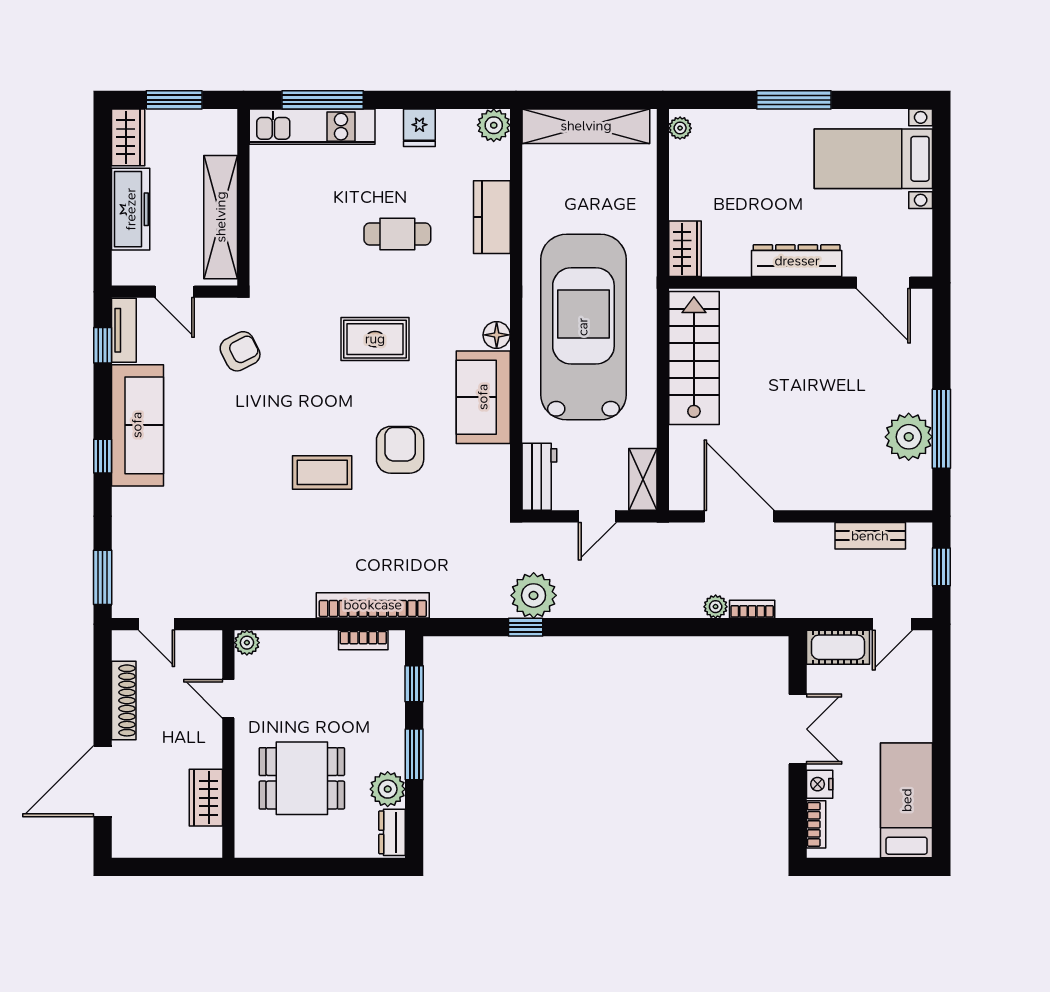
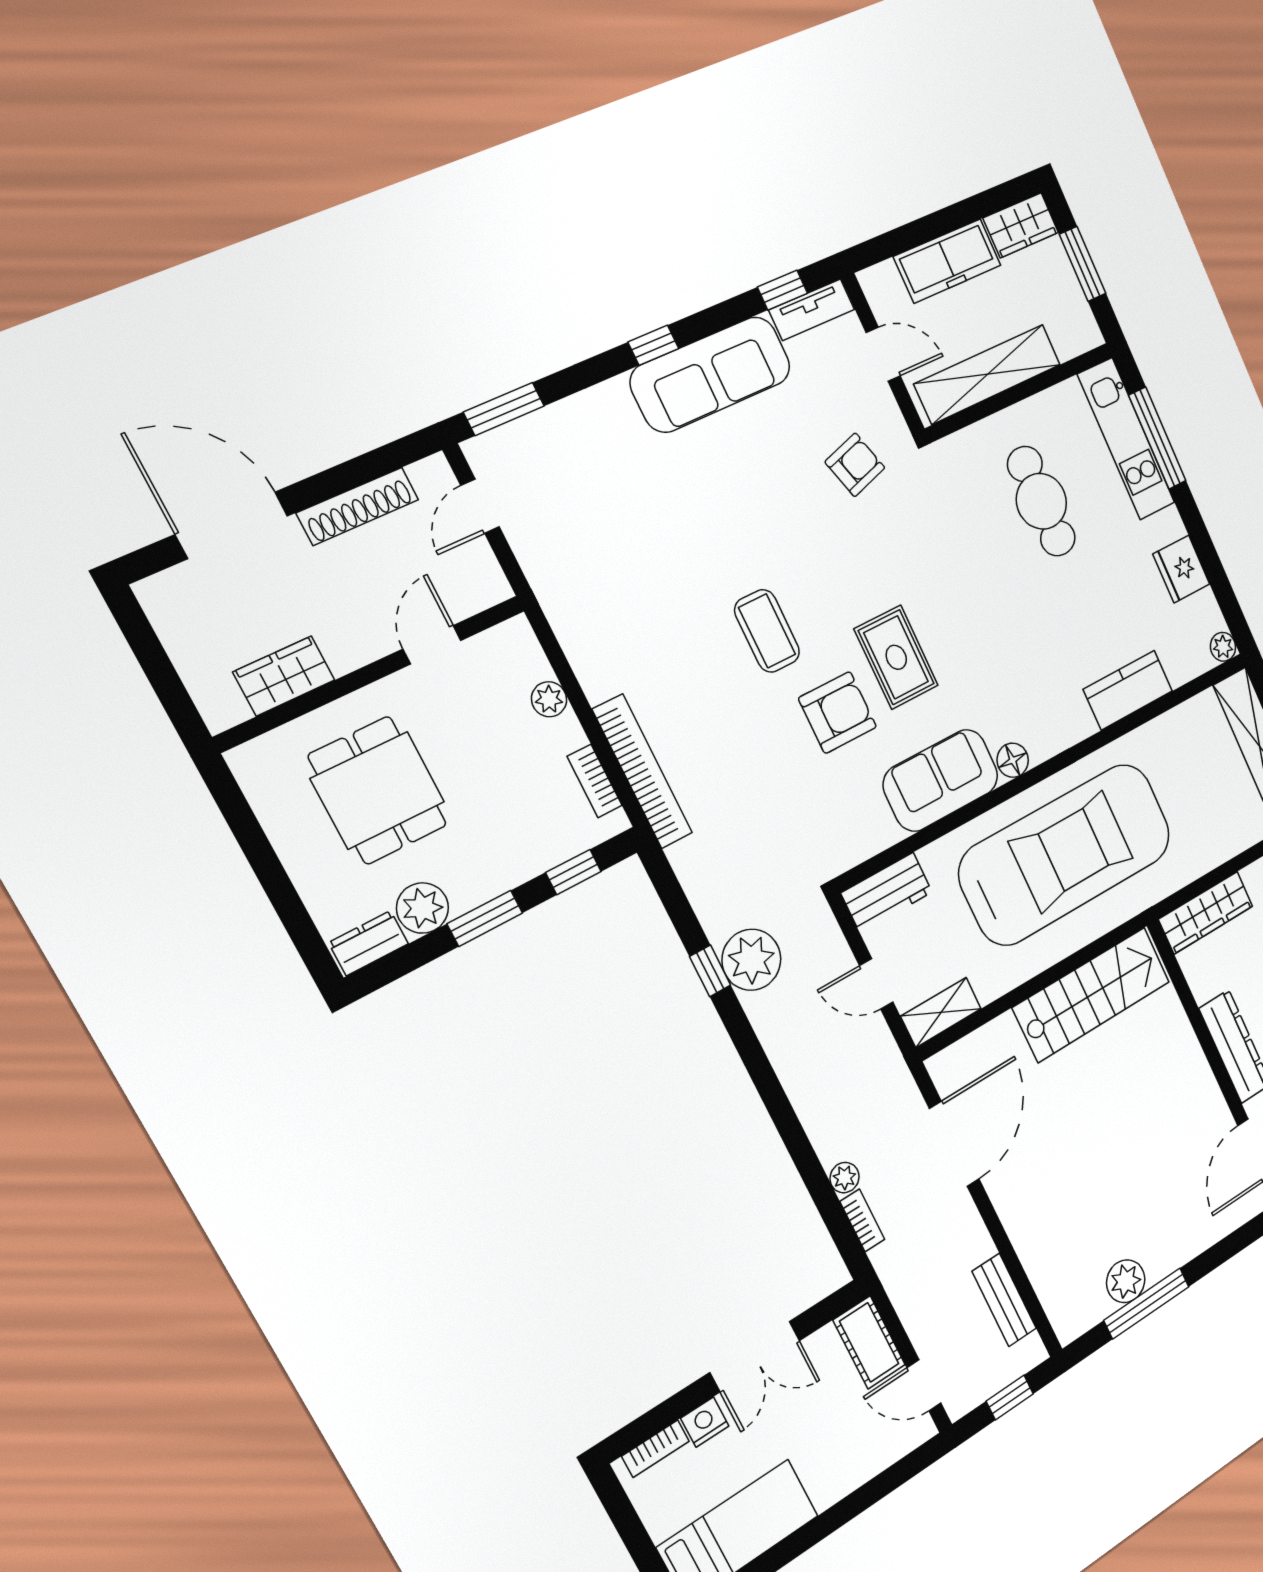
plant: (494, 125) -> (1223, 647), width x0.73, depth x0.73
fridge: (419, 128) -> (1181, 569), width x1.38
cafe table: (397, 234) -> (1041, 501), moved, width x1.37, depth x1.35
wardrobe: (685, 249) -> (1206, 913), width x1.50
door: (175, 292) -> (883, 354), swing flipped
rug: (375, 339) -> (896, 657), moved
armchair: (240, 351) -> (855, 465), turned -80
plant: (909, 437) -> (1126, 1281), width x0.73, depth x0.73
plant: (247, 643) -> (549, 699), moved

